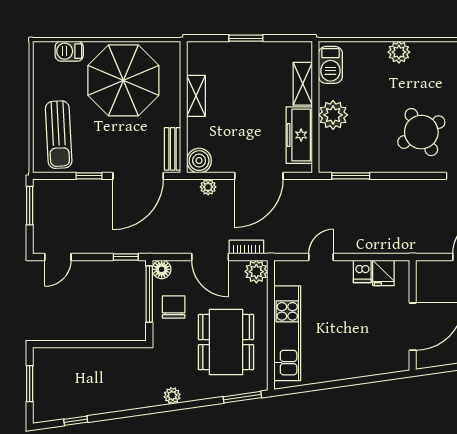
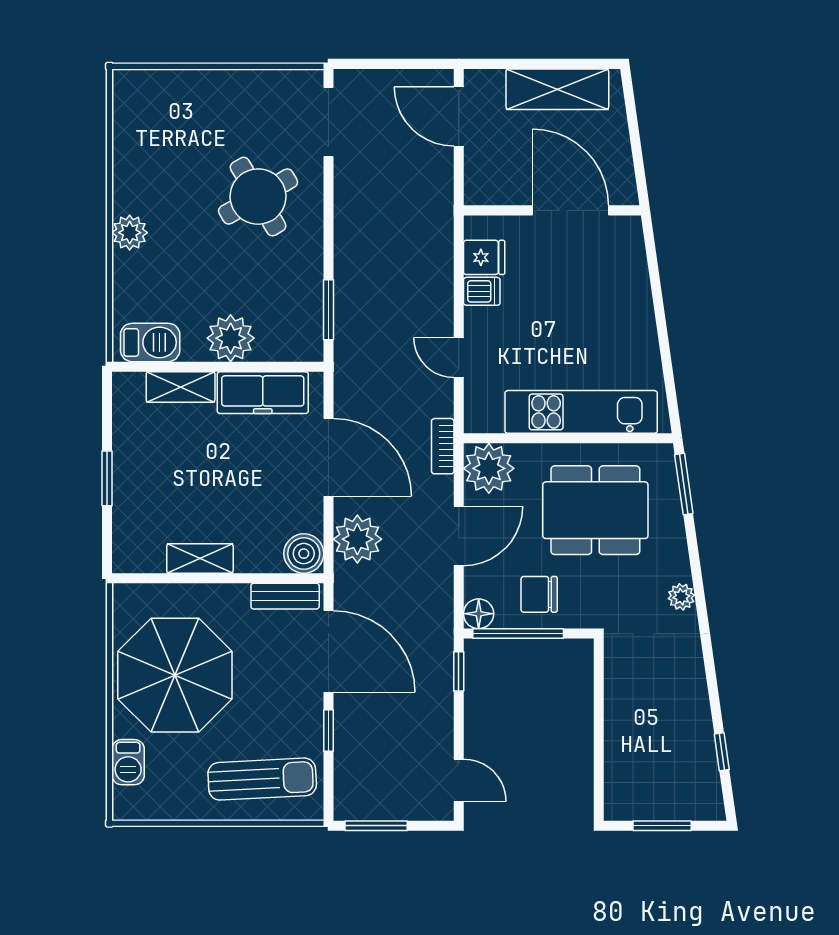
plant: (208, 187) -> (357, 539), width x1.88, depth x1.88
bookcase: (246, 247) -> (443, 446), moved
plant: (256, 272) -> (489, 468), width x1.36, depth x1.36

